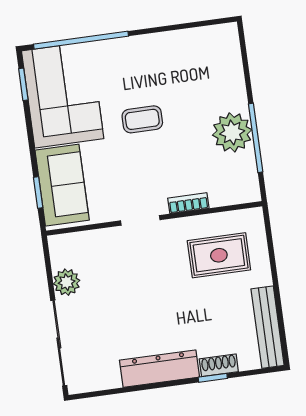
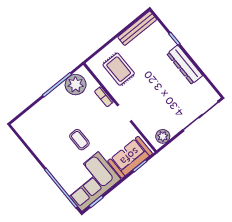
plant: (232, 132) -> (76, 85), moved
plant: (67, 282) -> (163, 136), moved
shoe rack: (219, 365) -> (167, 39), removed

